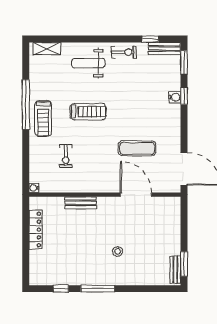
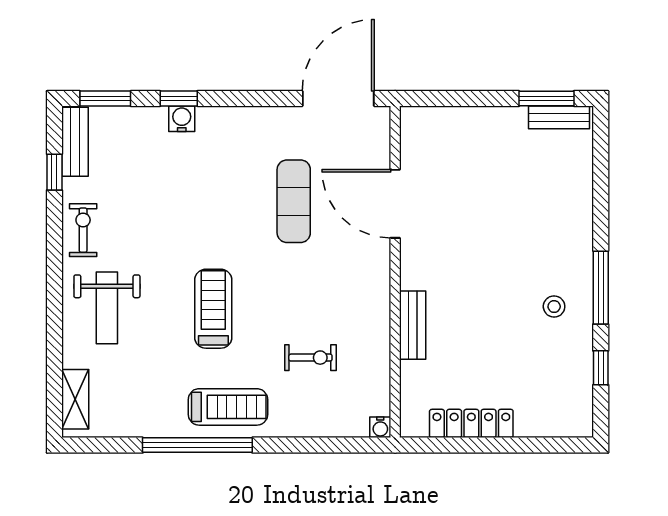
door: (136, 195) -> (395, 204), hinge flipped
stool: (118, 251) -> (554, 307), moved

